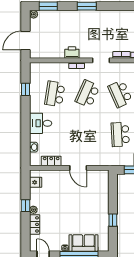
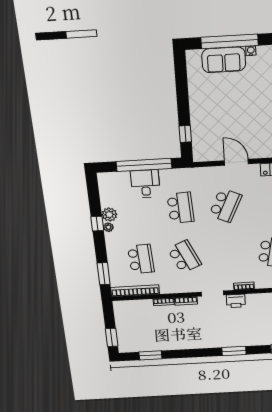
printer: (72, 53) -> (236, 301), moved
school desk: (88, 94) -> (225, 205), moved
window: (113, 220) -> (185, 134), moved

